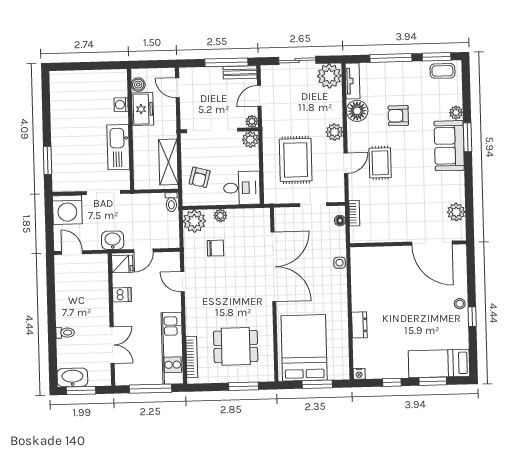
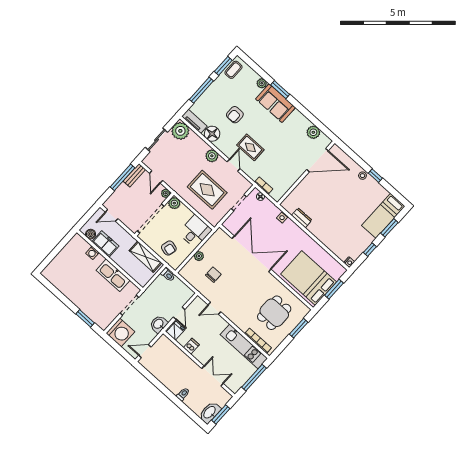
plant: (194, 221) -> (189, 272), removed
dresser: (359, 325) -> (302, 218), moved

